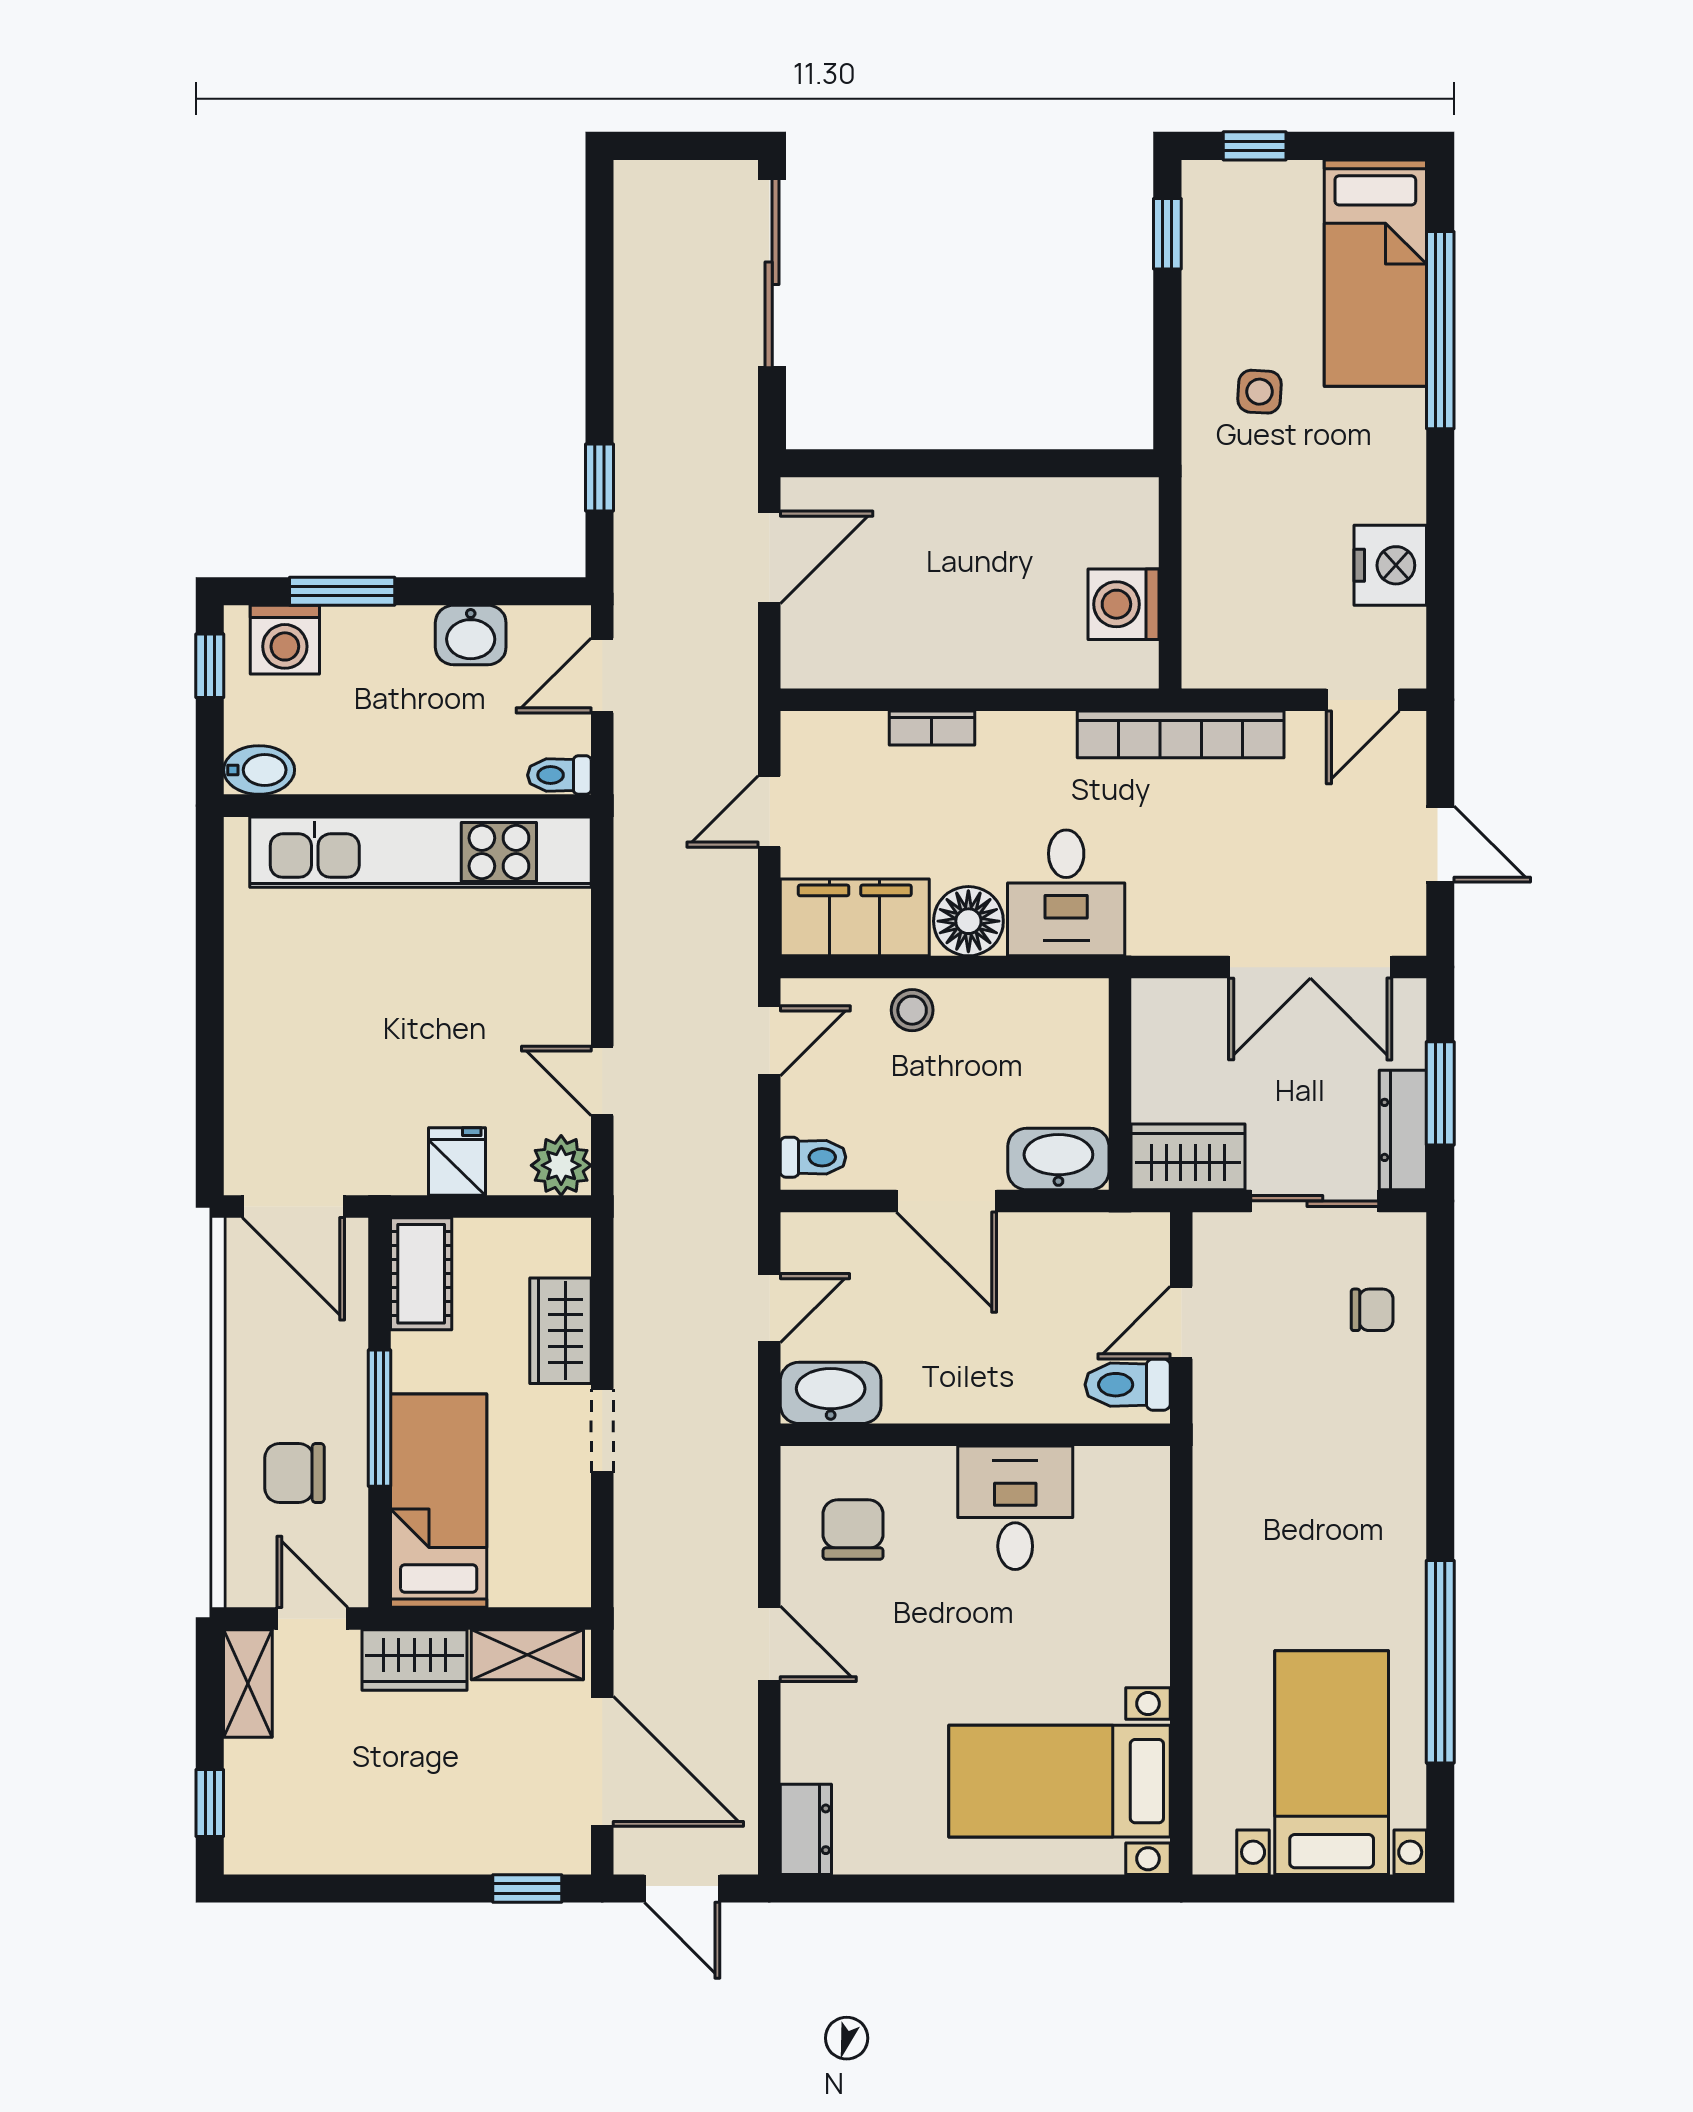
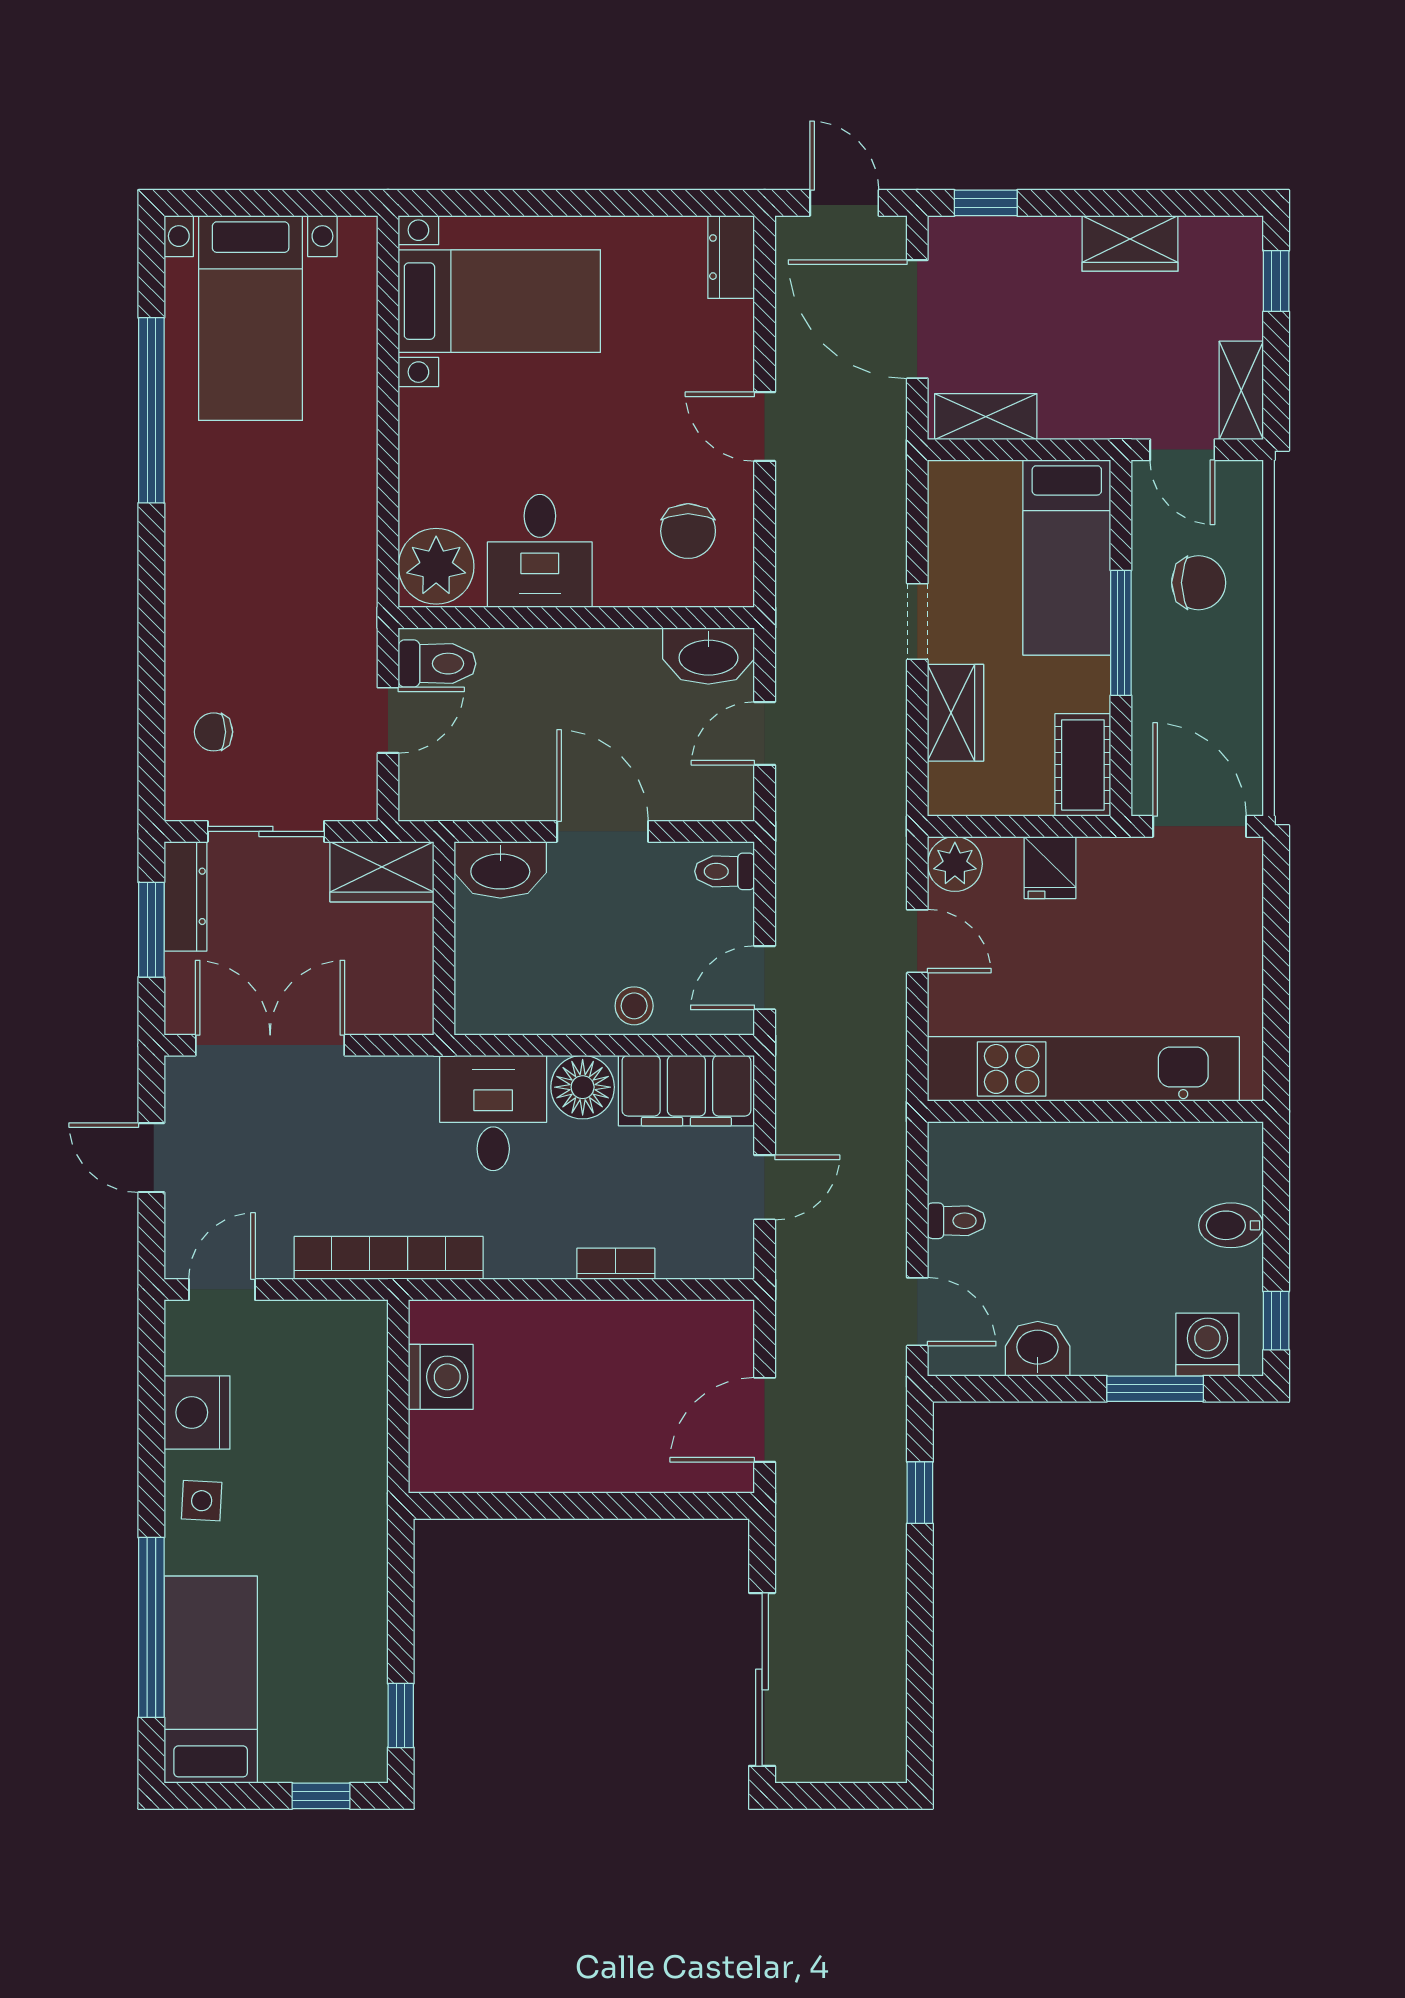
side table: (1260, 392) -> (202, 1501), moved
door: (602, 676) -> (917, 1312), hinge flipped
wall: (407, 806) -> (1095, 1111), moved
kitchen unit: (420, 852) -> (1083, 1069), moved
plant: (1129, 1491) -> (436, 566), added
wardrobe: (415, 1660) -> (1130, 243), moved, turned 180

